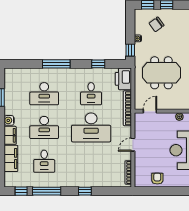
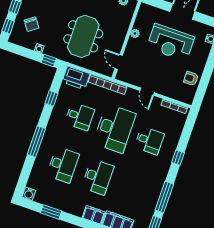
water cooler: (9, 120) -> (29, 194), moved
desk: (44, 161) -> (149, 141), moved

